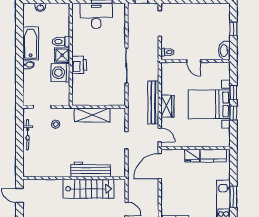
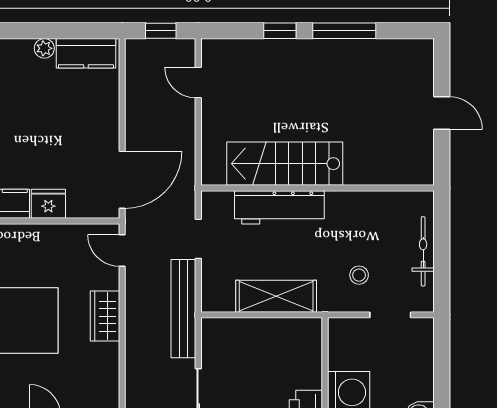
bench: (153, 102) -> (183, 309), moved
workbench: (91, 170) -> (279, 207), moved
wall: (74, 178) -> (317, 188), moved
stairs: (88, 189) -> (285, 164), moved

